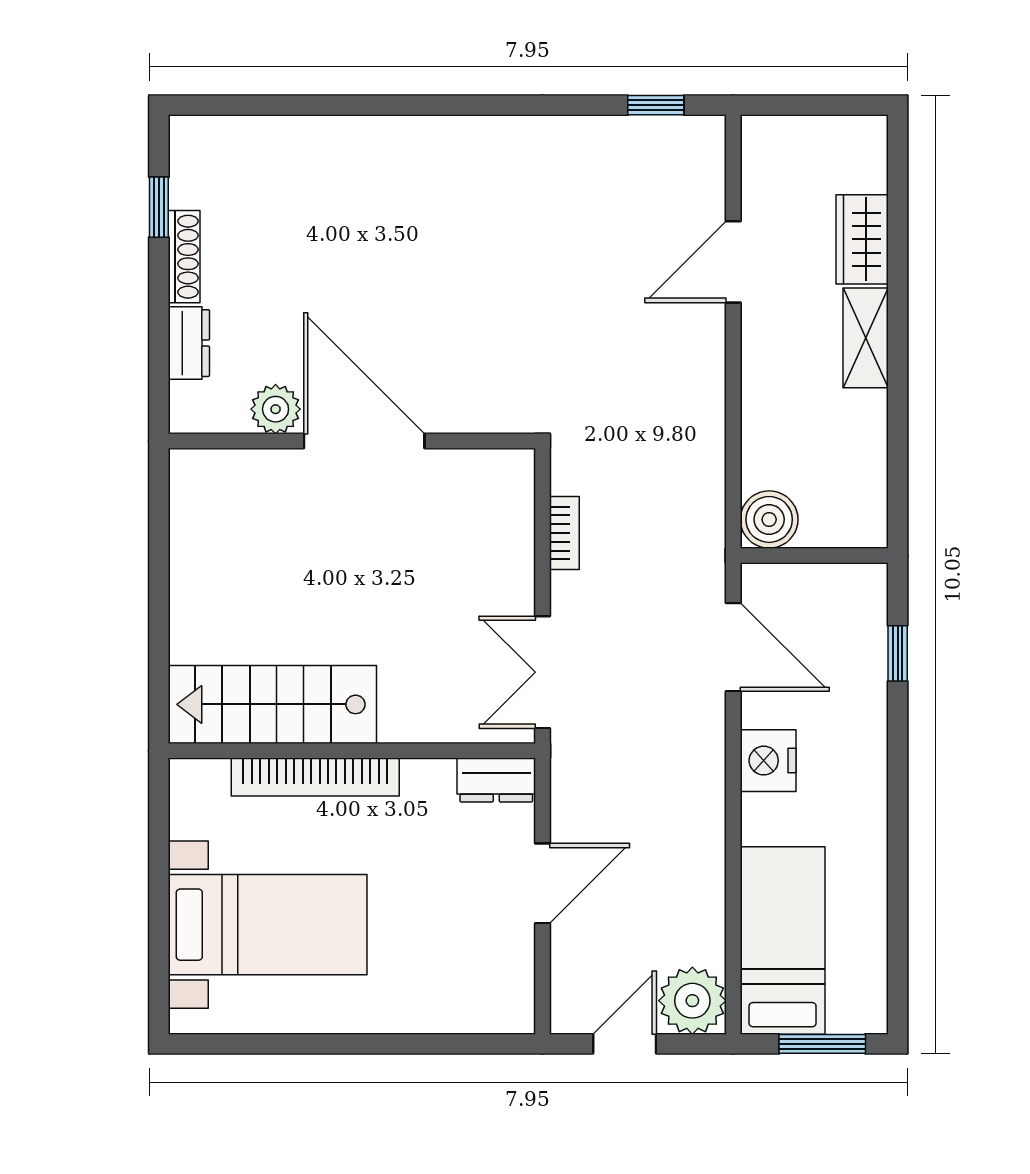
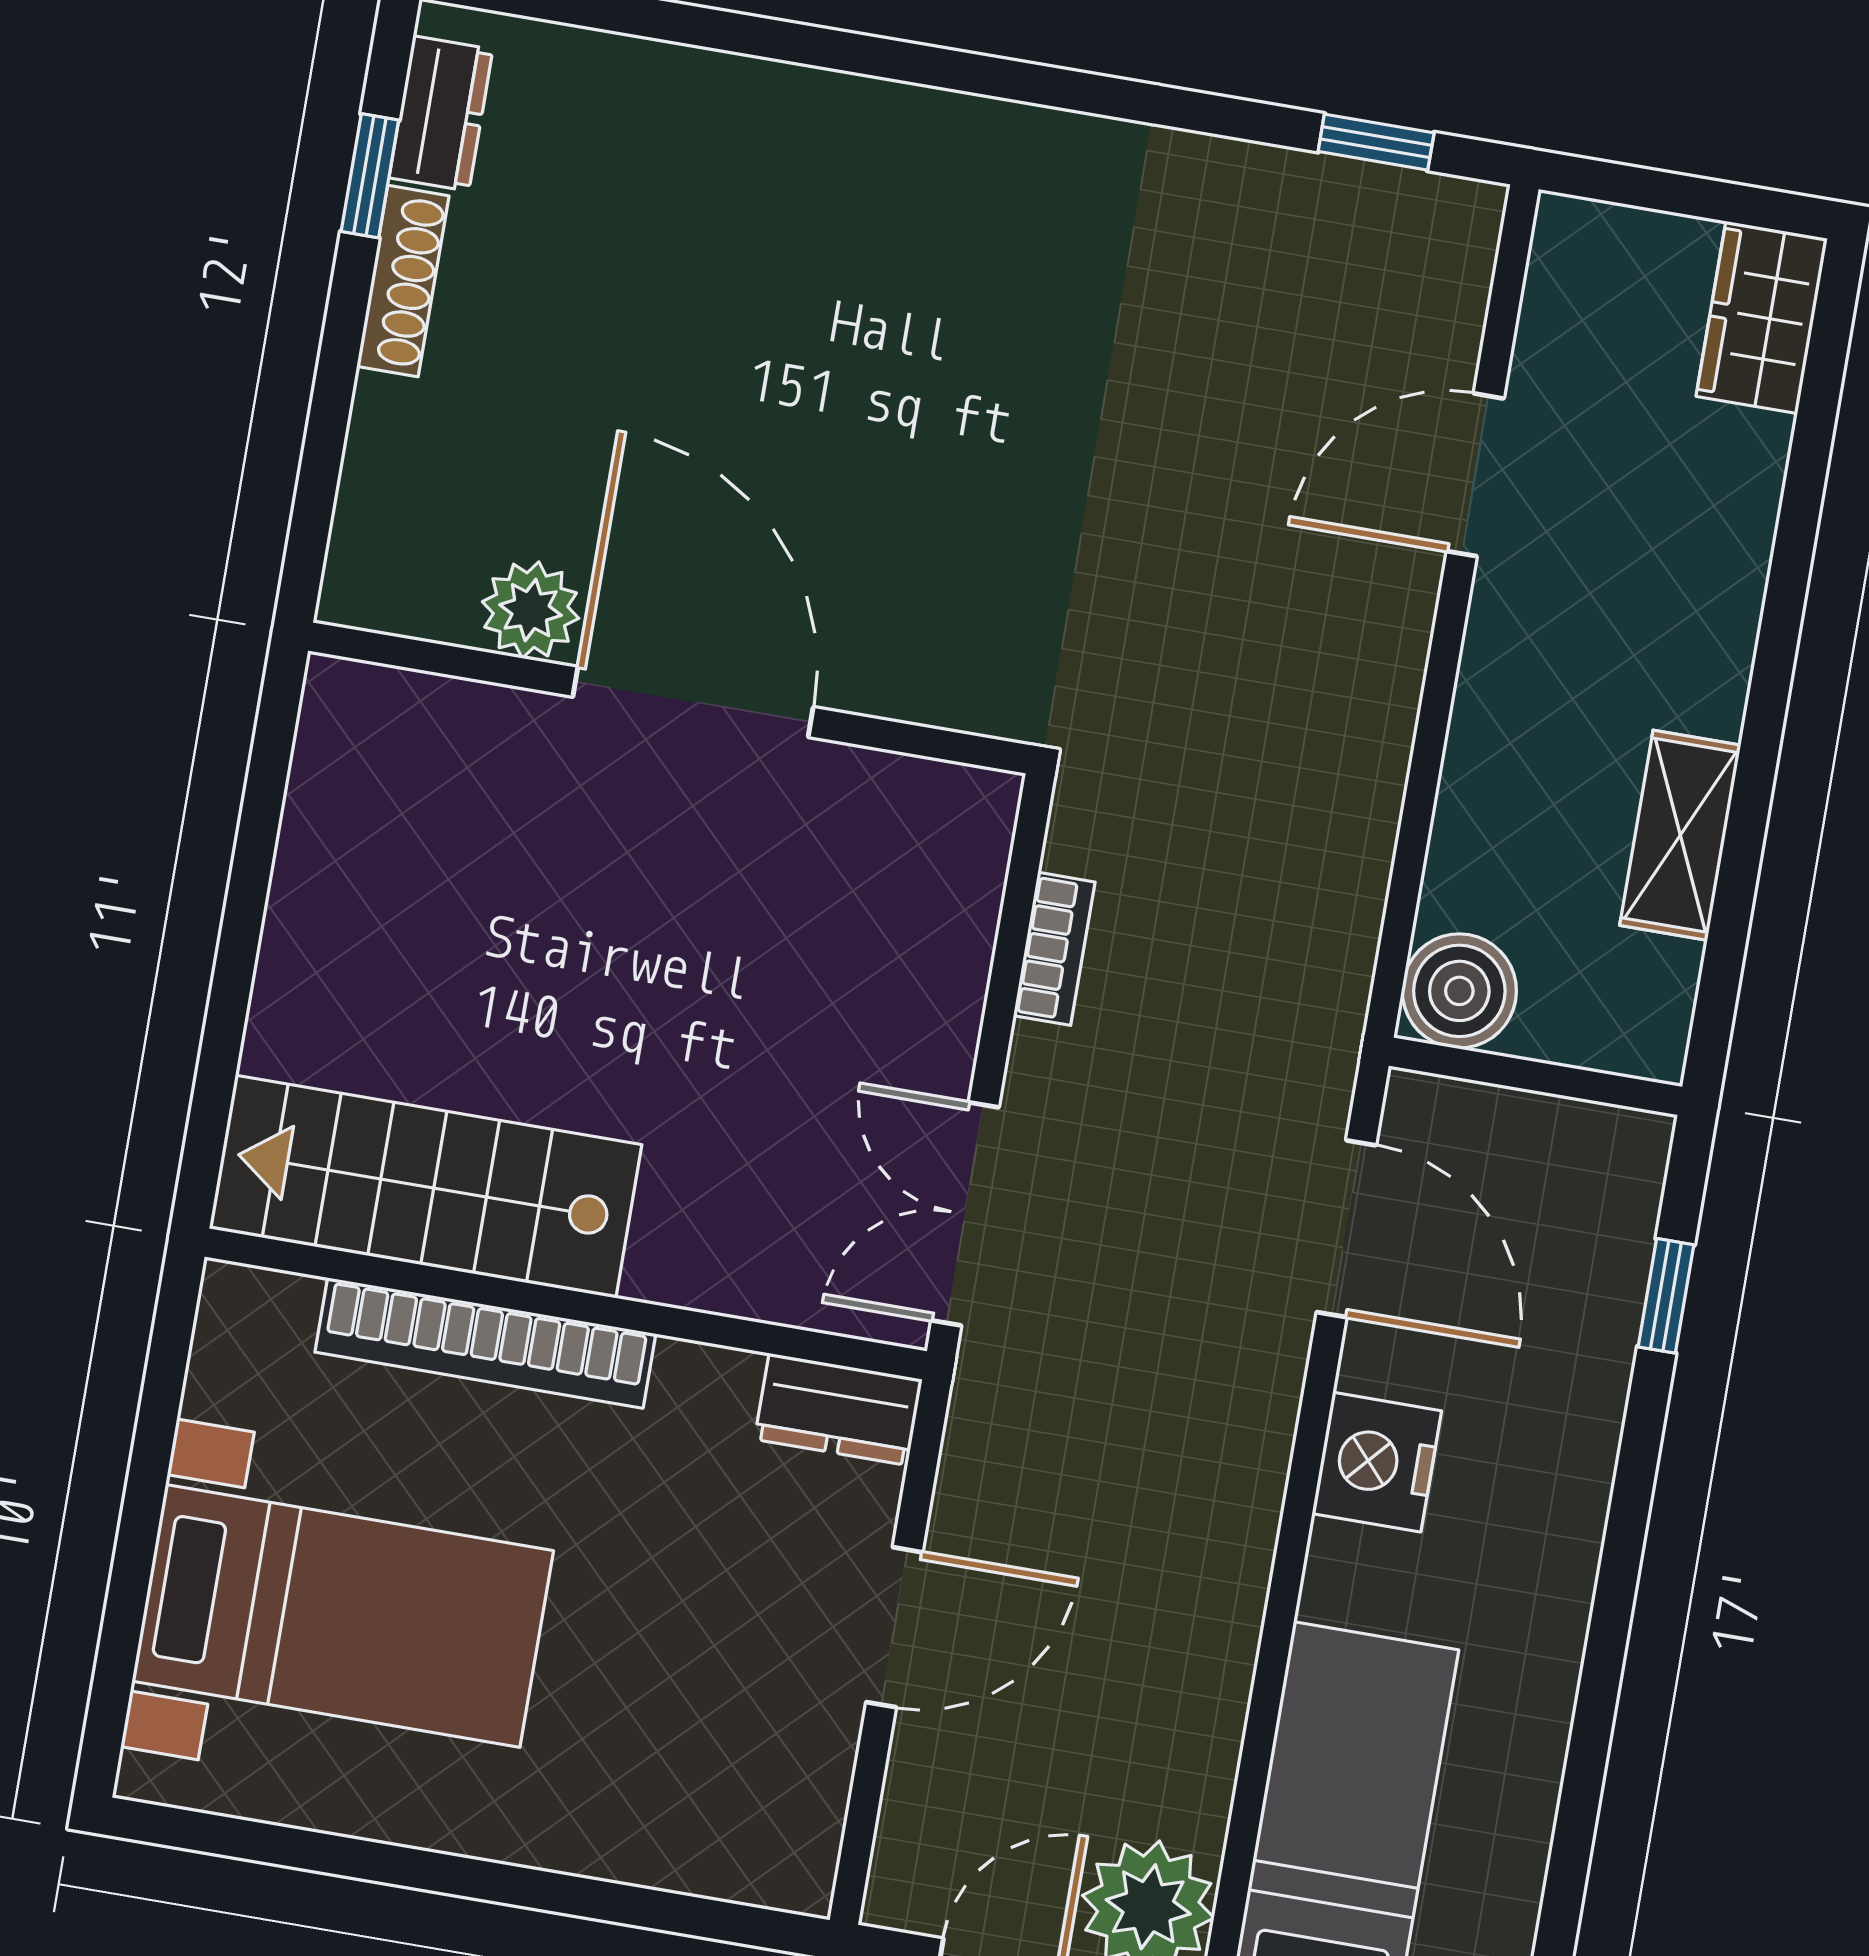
wardrobe: (862, 239) -> (1762, 317), moved
shelving: (866, 338) -> (1680, 835), moved
dresser: (189, 343) -> (441, 114), moved

